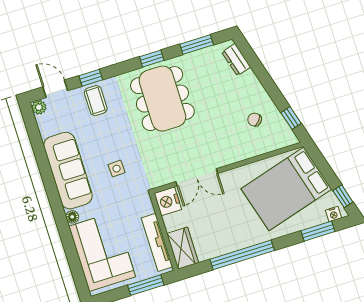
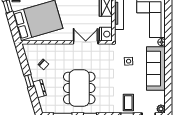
dresser: (236, 60) -> (40, 89), moved
dining table: (162, 99) -> (79, 88), moved
window: (291, 118) -> (29, 81), moved

